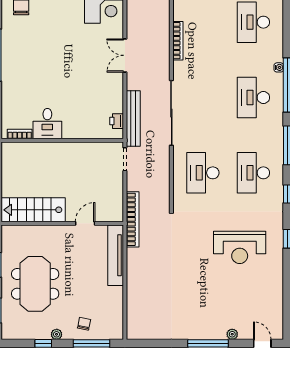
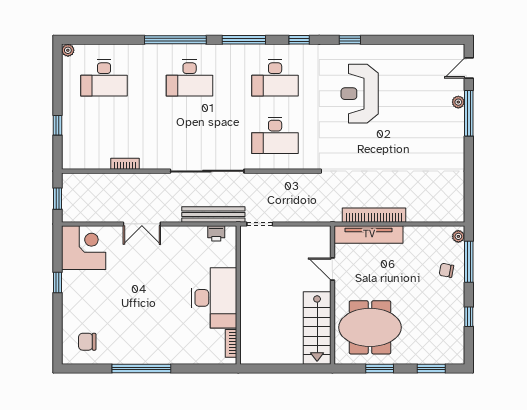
bookcase: (178, 41) -> (125, 164), width x0.64
water cooler: (279, 67) -> (155, 49), removed
desk: (47, 124) -> (214, 298), width x1.87, depth x1.30
bookcase: (133, 219) -> (374, 215), moved
reception desk: (240, 247) -> (360, 94), turned 180
meeting table: (35, 284) -> (370, 327), moved
plant: (57, 334) -> (458, 236), moved
window: (208, 343) -> (469, 113), moved

